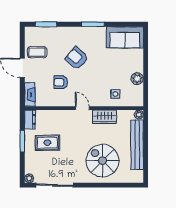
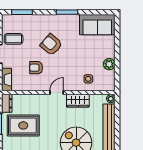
door: (82, 108) -> (57, 93), hinge flipped
rug: (47, 143) -> (23, 125), width x1.36, depth x1.43

